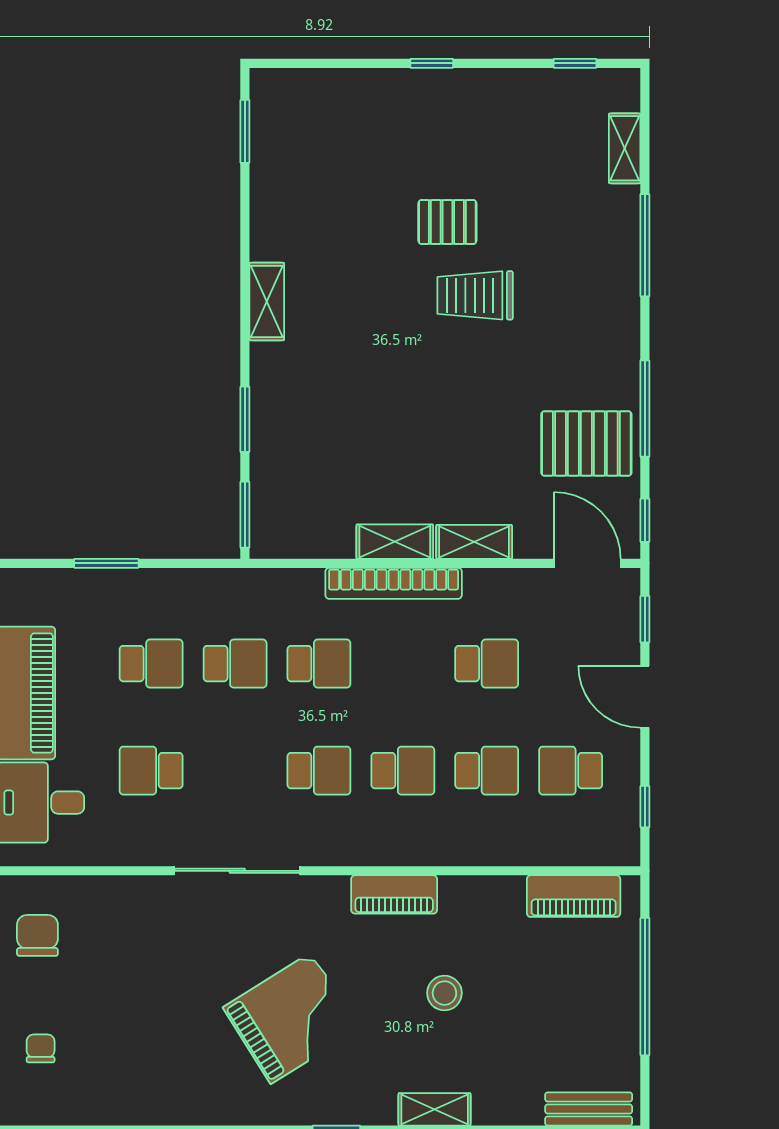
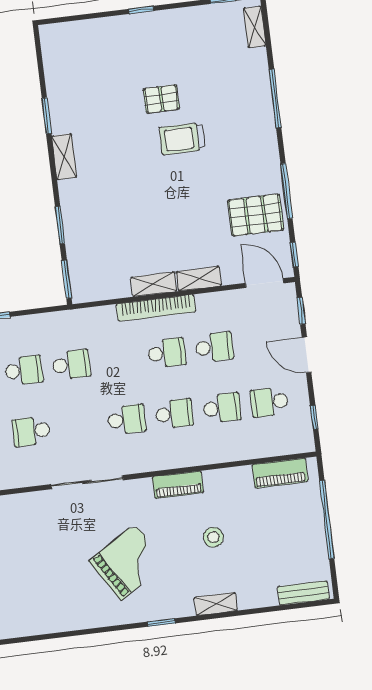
window: (245, 131) -> (47, 116), moved
shelving: (625, 148) -> (255, 27), moved
school desk: (319, 664) -> (167, 353), moved

